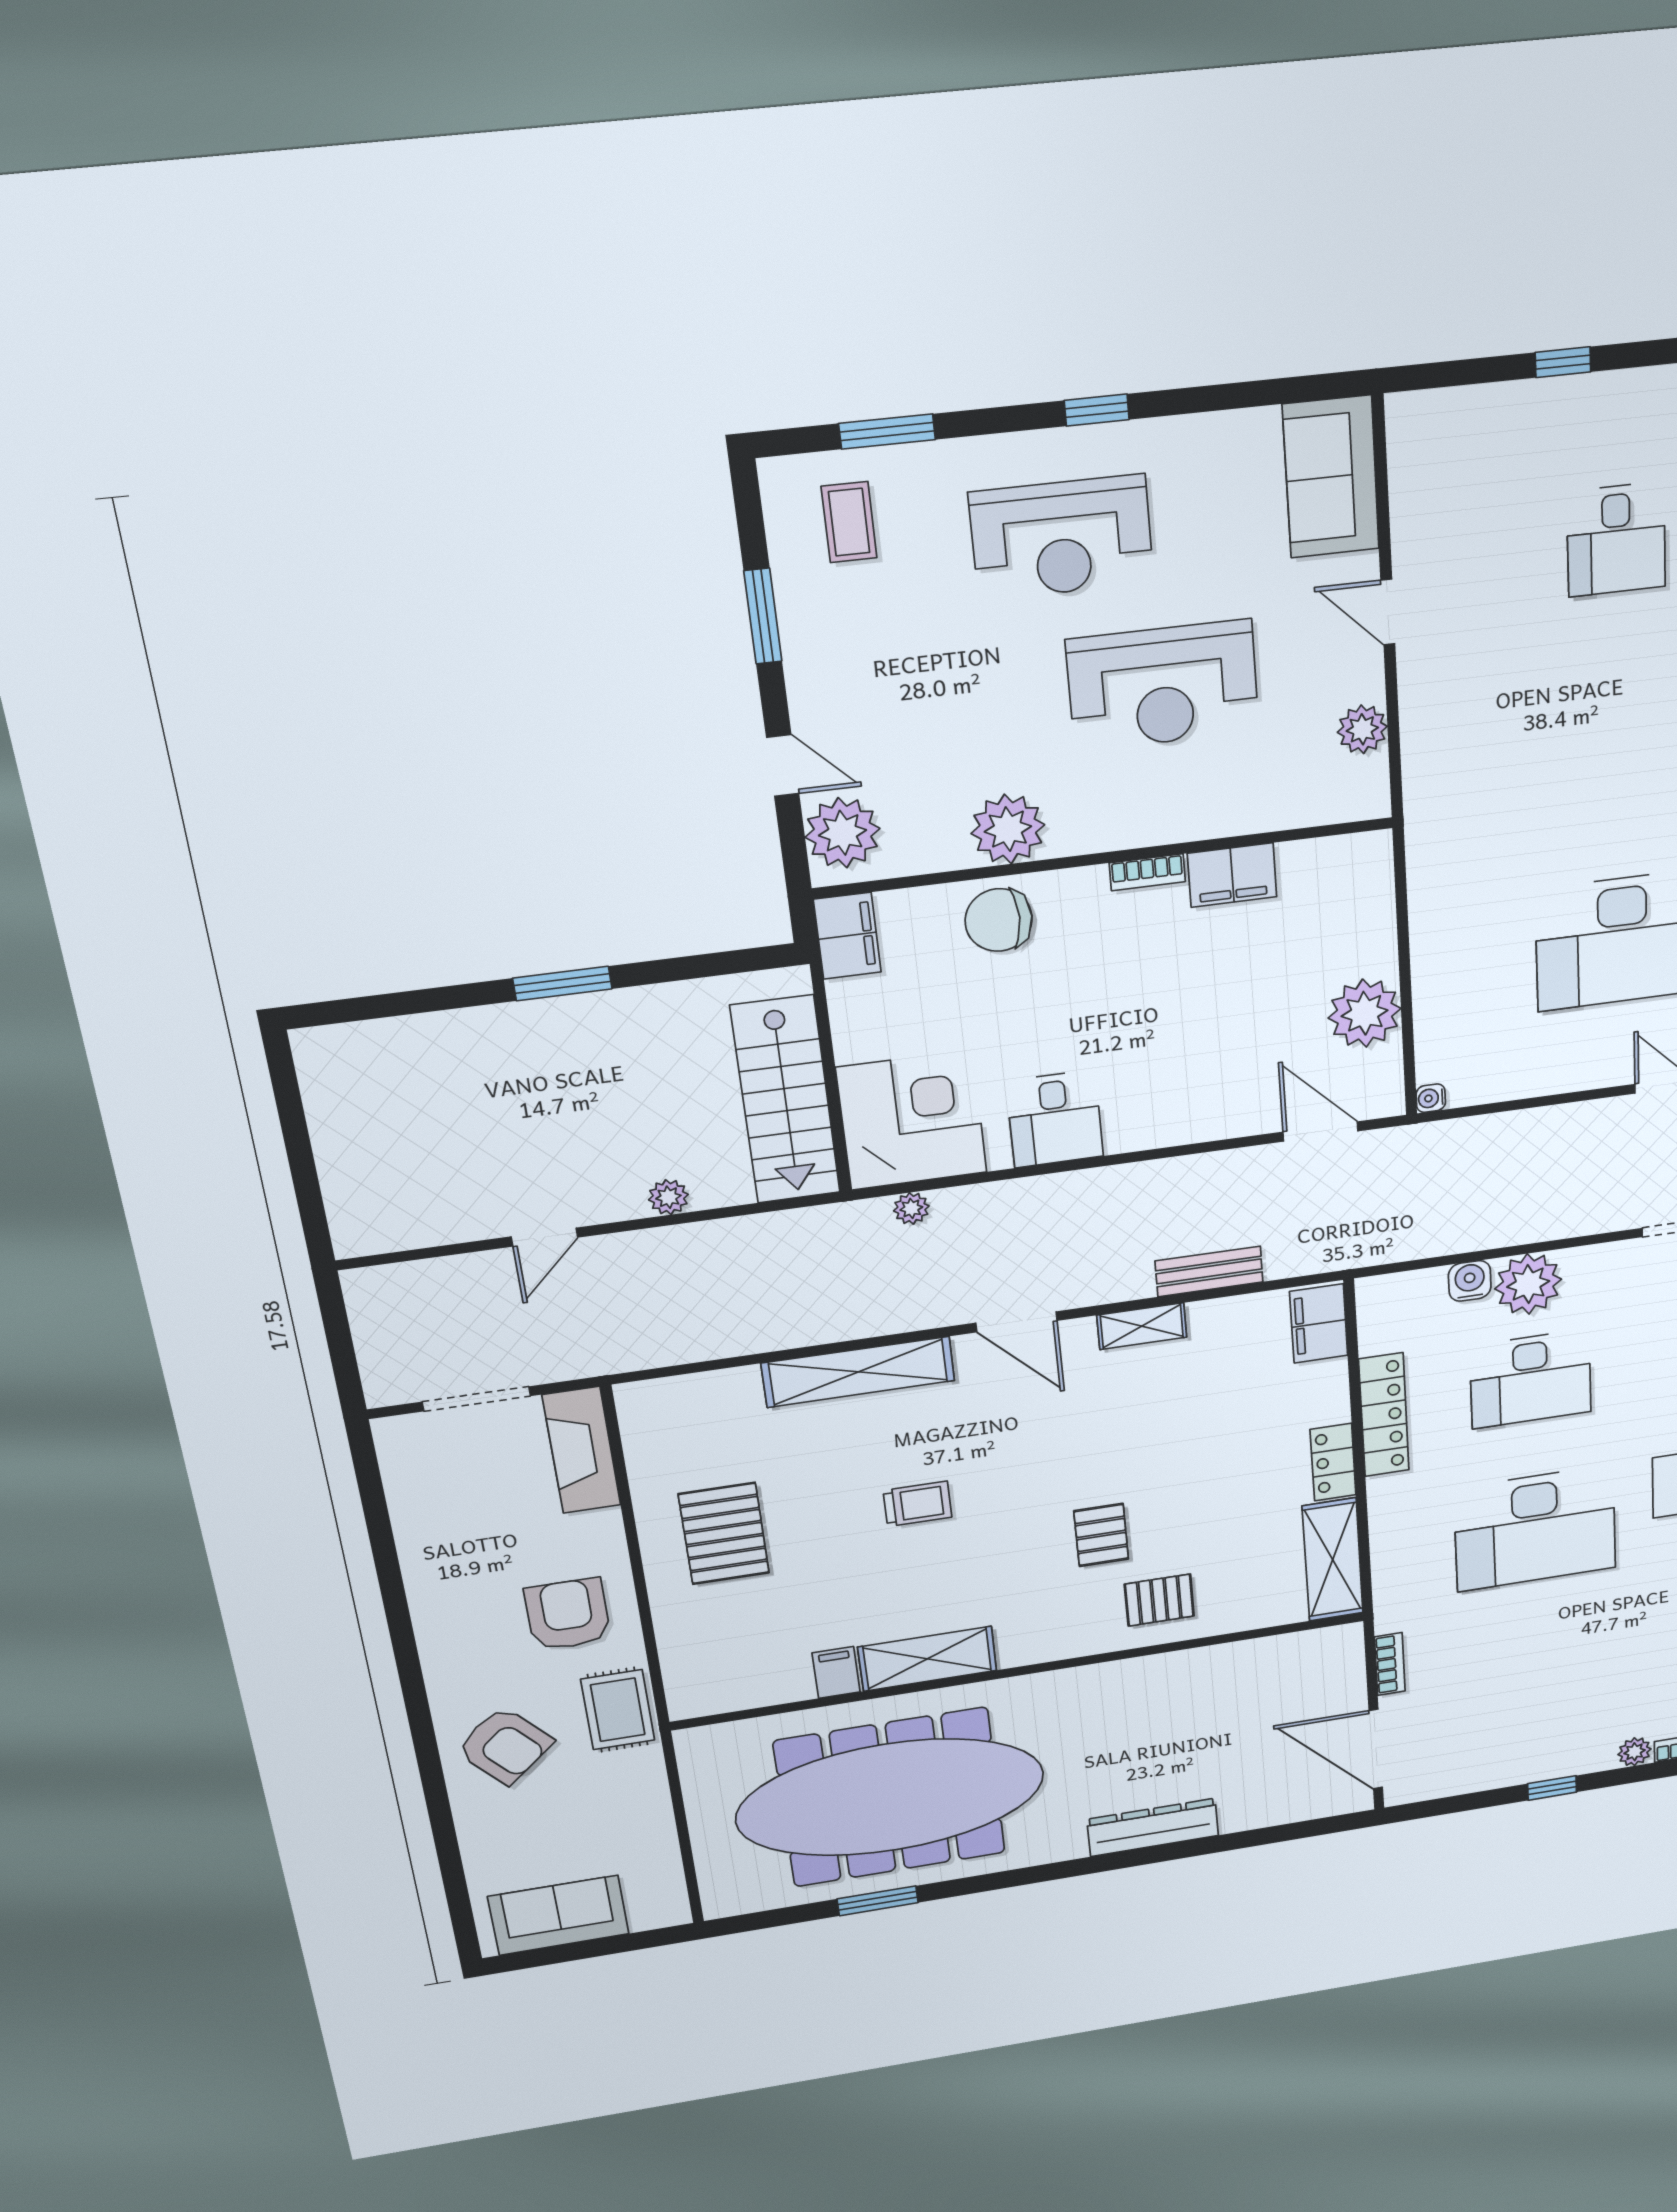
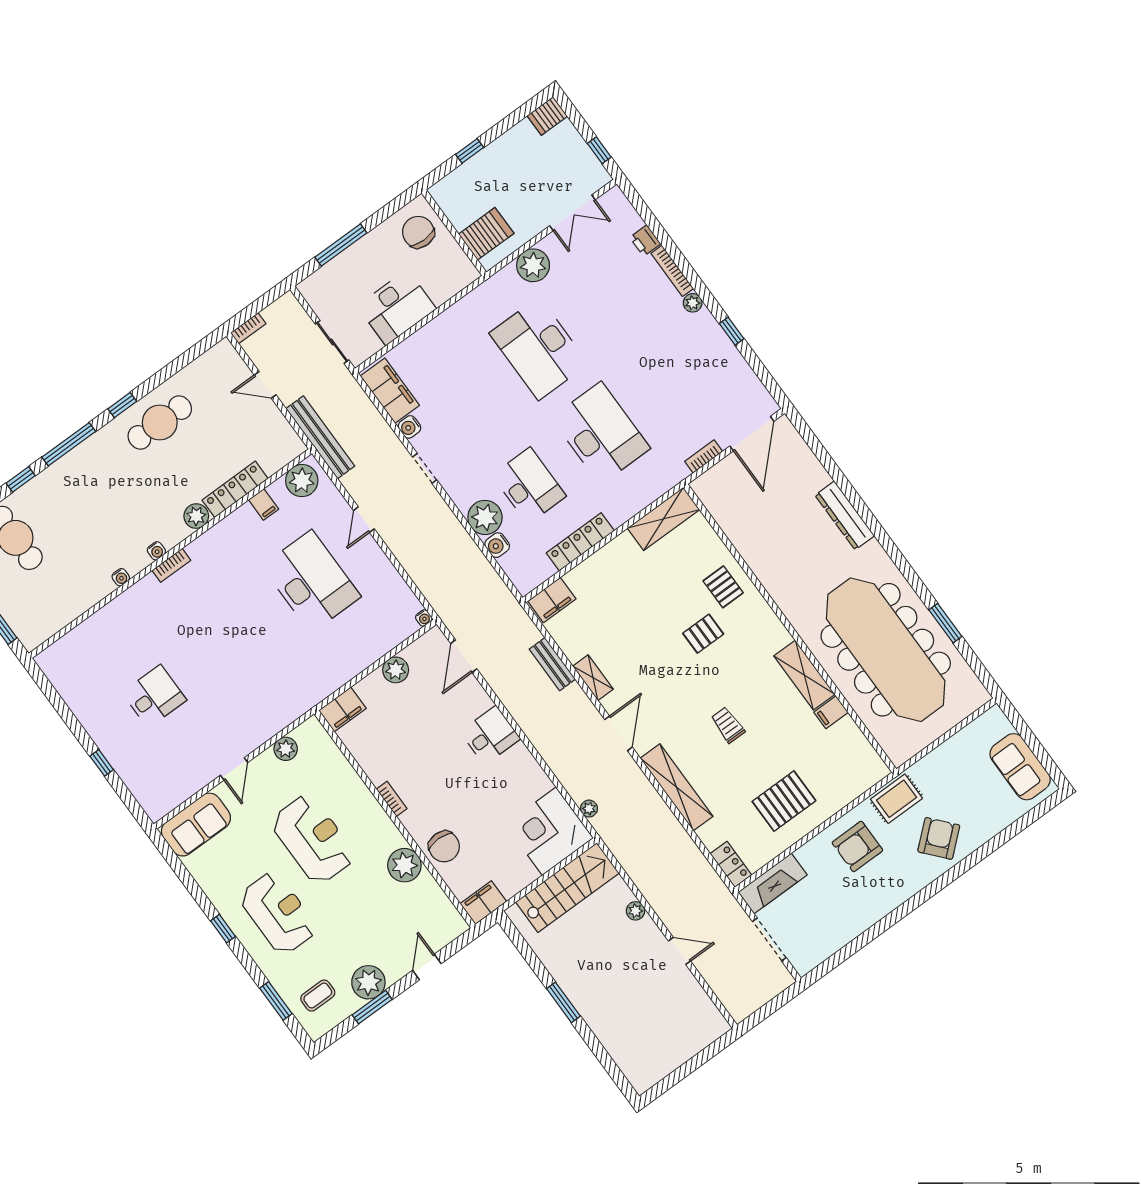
plant: (843, 833) -> (368, 982), moved
filing cabinet: (1232, 875) -> (342, 709), moved, turned 90
plant: (1365, 1013) -> (396, 670), width x0.73, depth x0.73
desk: (1055, 1119) -> (490, 735), moved
locker: (1333, 1462) -> (731, 864), moved, turned -90

